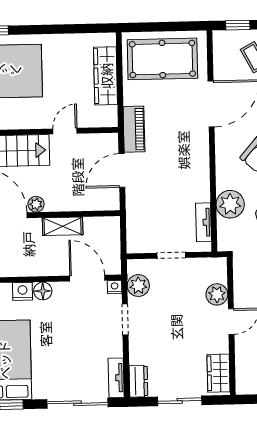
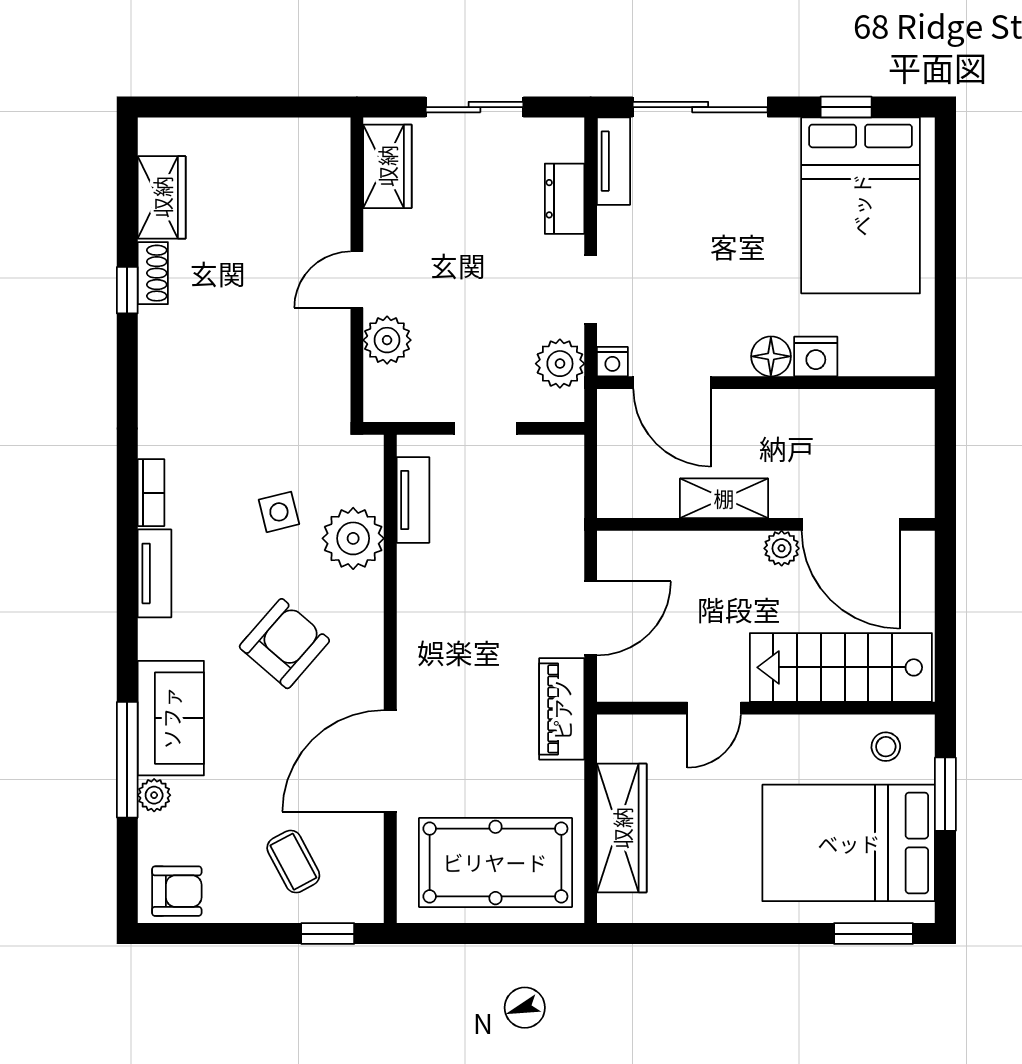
dresser: (138, 381) -> (565, 199), moved

